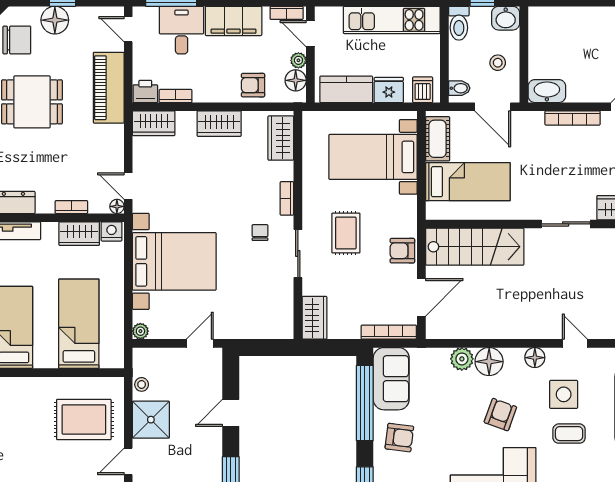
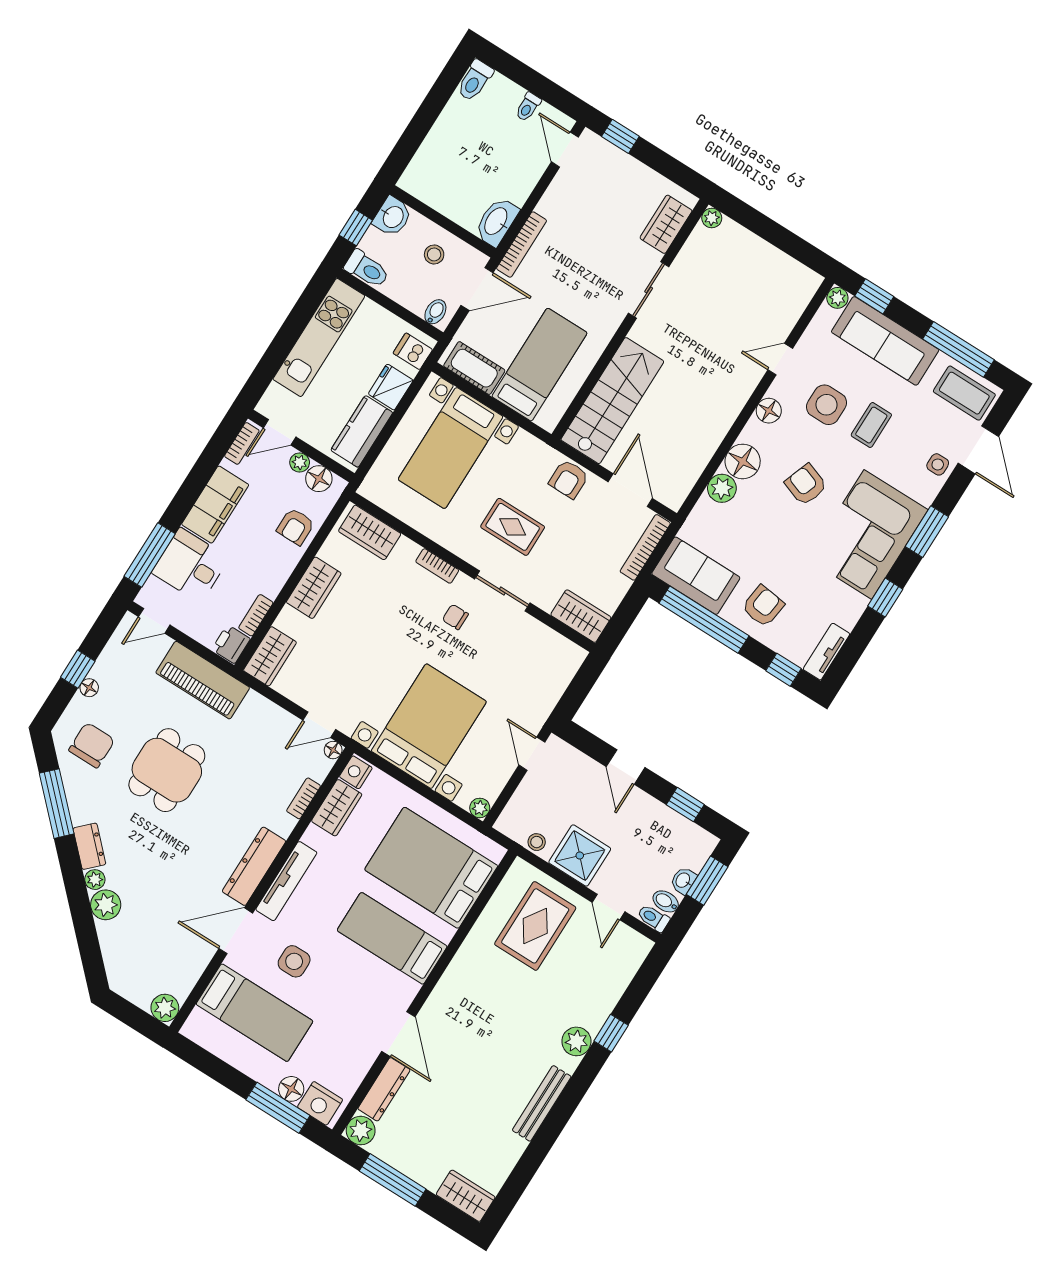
floor lamp: (55, 20) -> (89, 688), width x0.53, depth x0.53
bookcase: (573, 118) -> (522, 245), moved
bed: (79, 324) -> (431, 868), width x1.50

